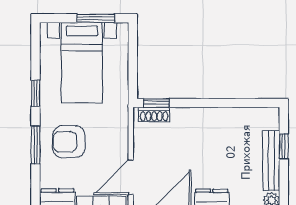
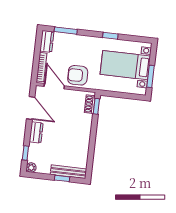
armchair: (69, 142) -> (78, 75), moved, turned -91
window: (36, 145) -> (66, 31), moved
bench: (271, 161) -> (68, 172), moved

